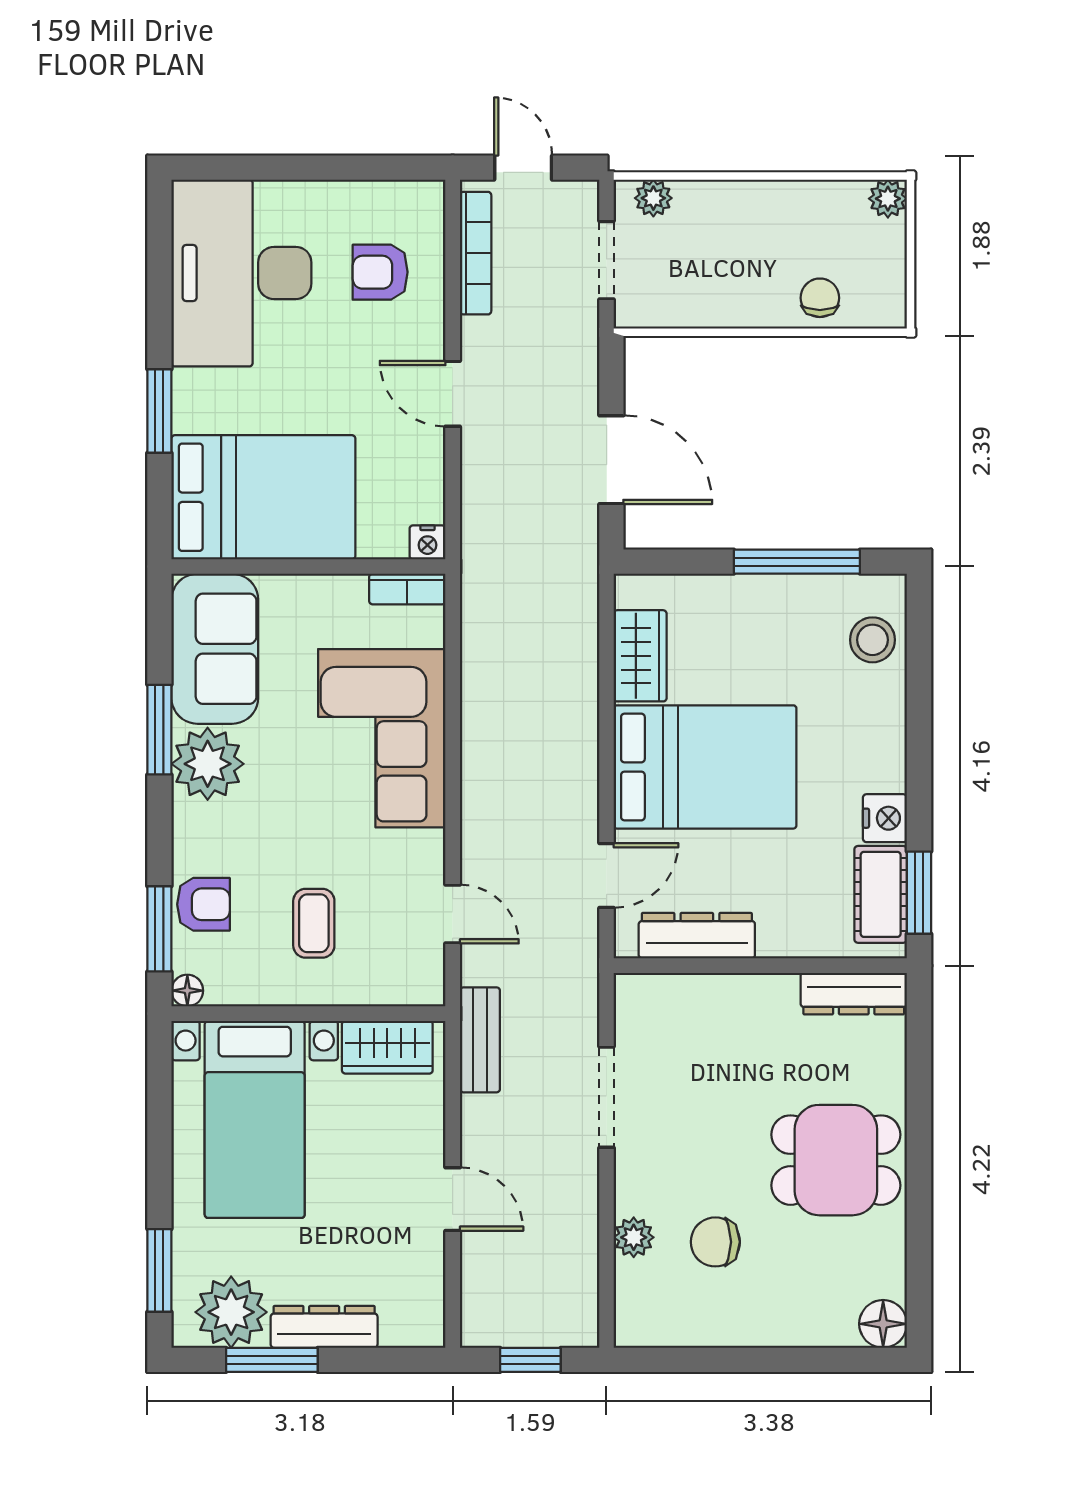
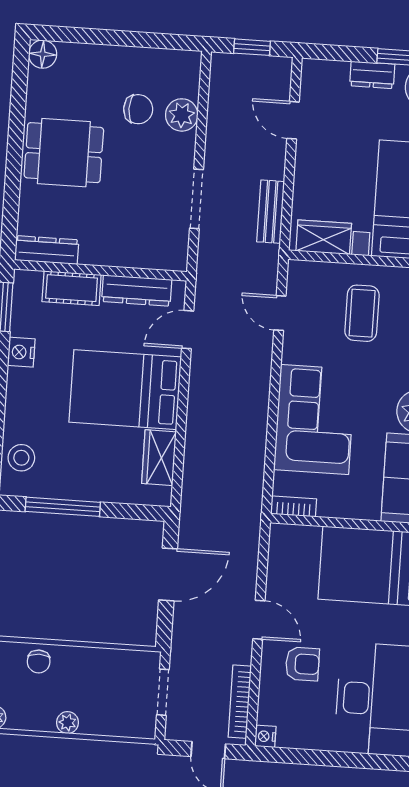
plant: (653, 198) -> (67, 723), moved
armchair: (380, 272) -> (302, 664), moved
door: (611, 460) -> (168, 574), swing flipped
nightstand: (428, 542) -> (265, 736), moved, turned -90
cot: (881, 894) -> (72, 288), moved, turned 90
coffee table: (314, 923) -> (362, 313), width x1.36, depth x1.30
bench: (480, 1040) -> (271, 212), moved
door: (453, 1199) -> (293, 120), moved
plant: (634, 1237) -> (182, 115), width x1.38, depth x1.38
dresser: (324, 1327) -> (372, 75), width x0.70

